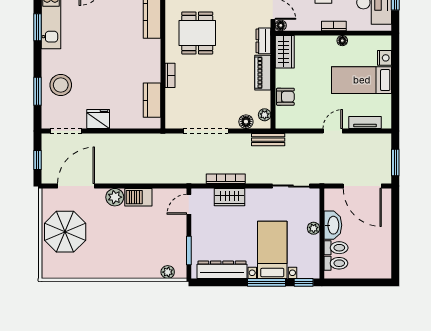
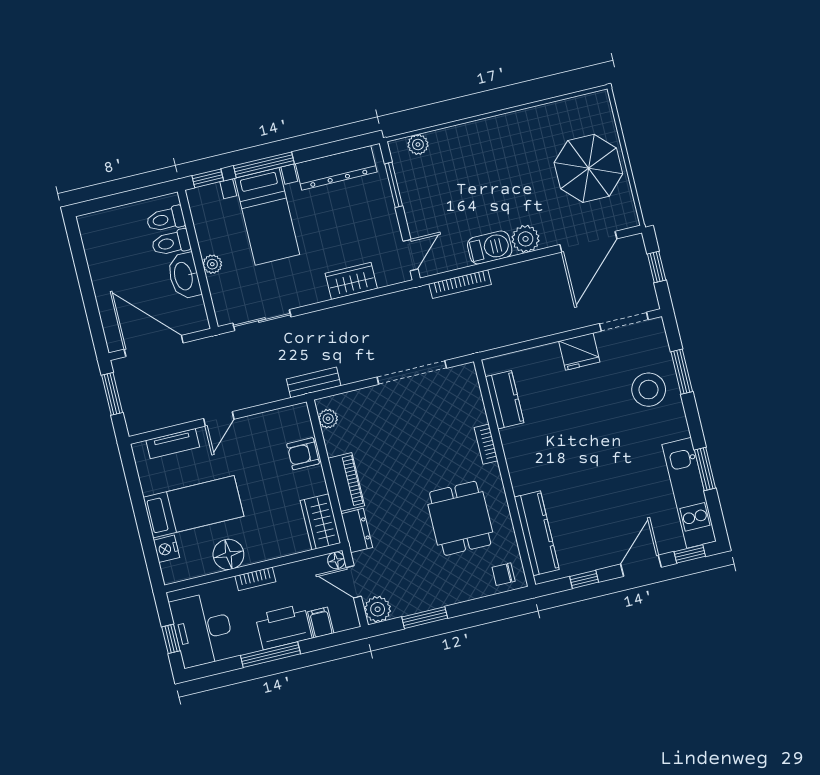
floor lamp: (342, 41) -> (228, 554), width x1.89, depth x1.89
floor lamp: (246, 122) -> (354, 401), removed
bookcase: (226, 179) -> (460, 284), moved

